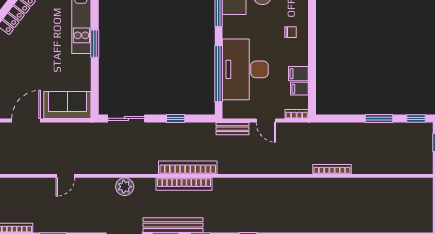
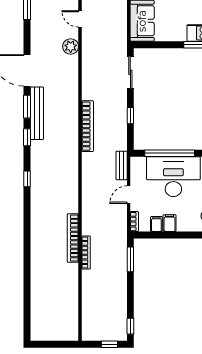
window: (379, 118) -> (130, 259), moved
bookcase: (184, 184) -> (73, 238), moved
plant: (125, 187) -> (71, 47), moved

